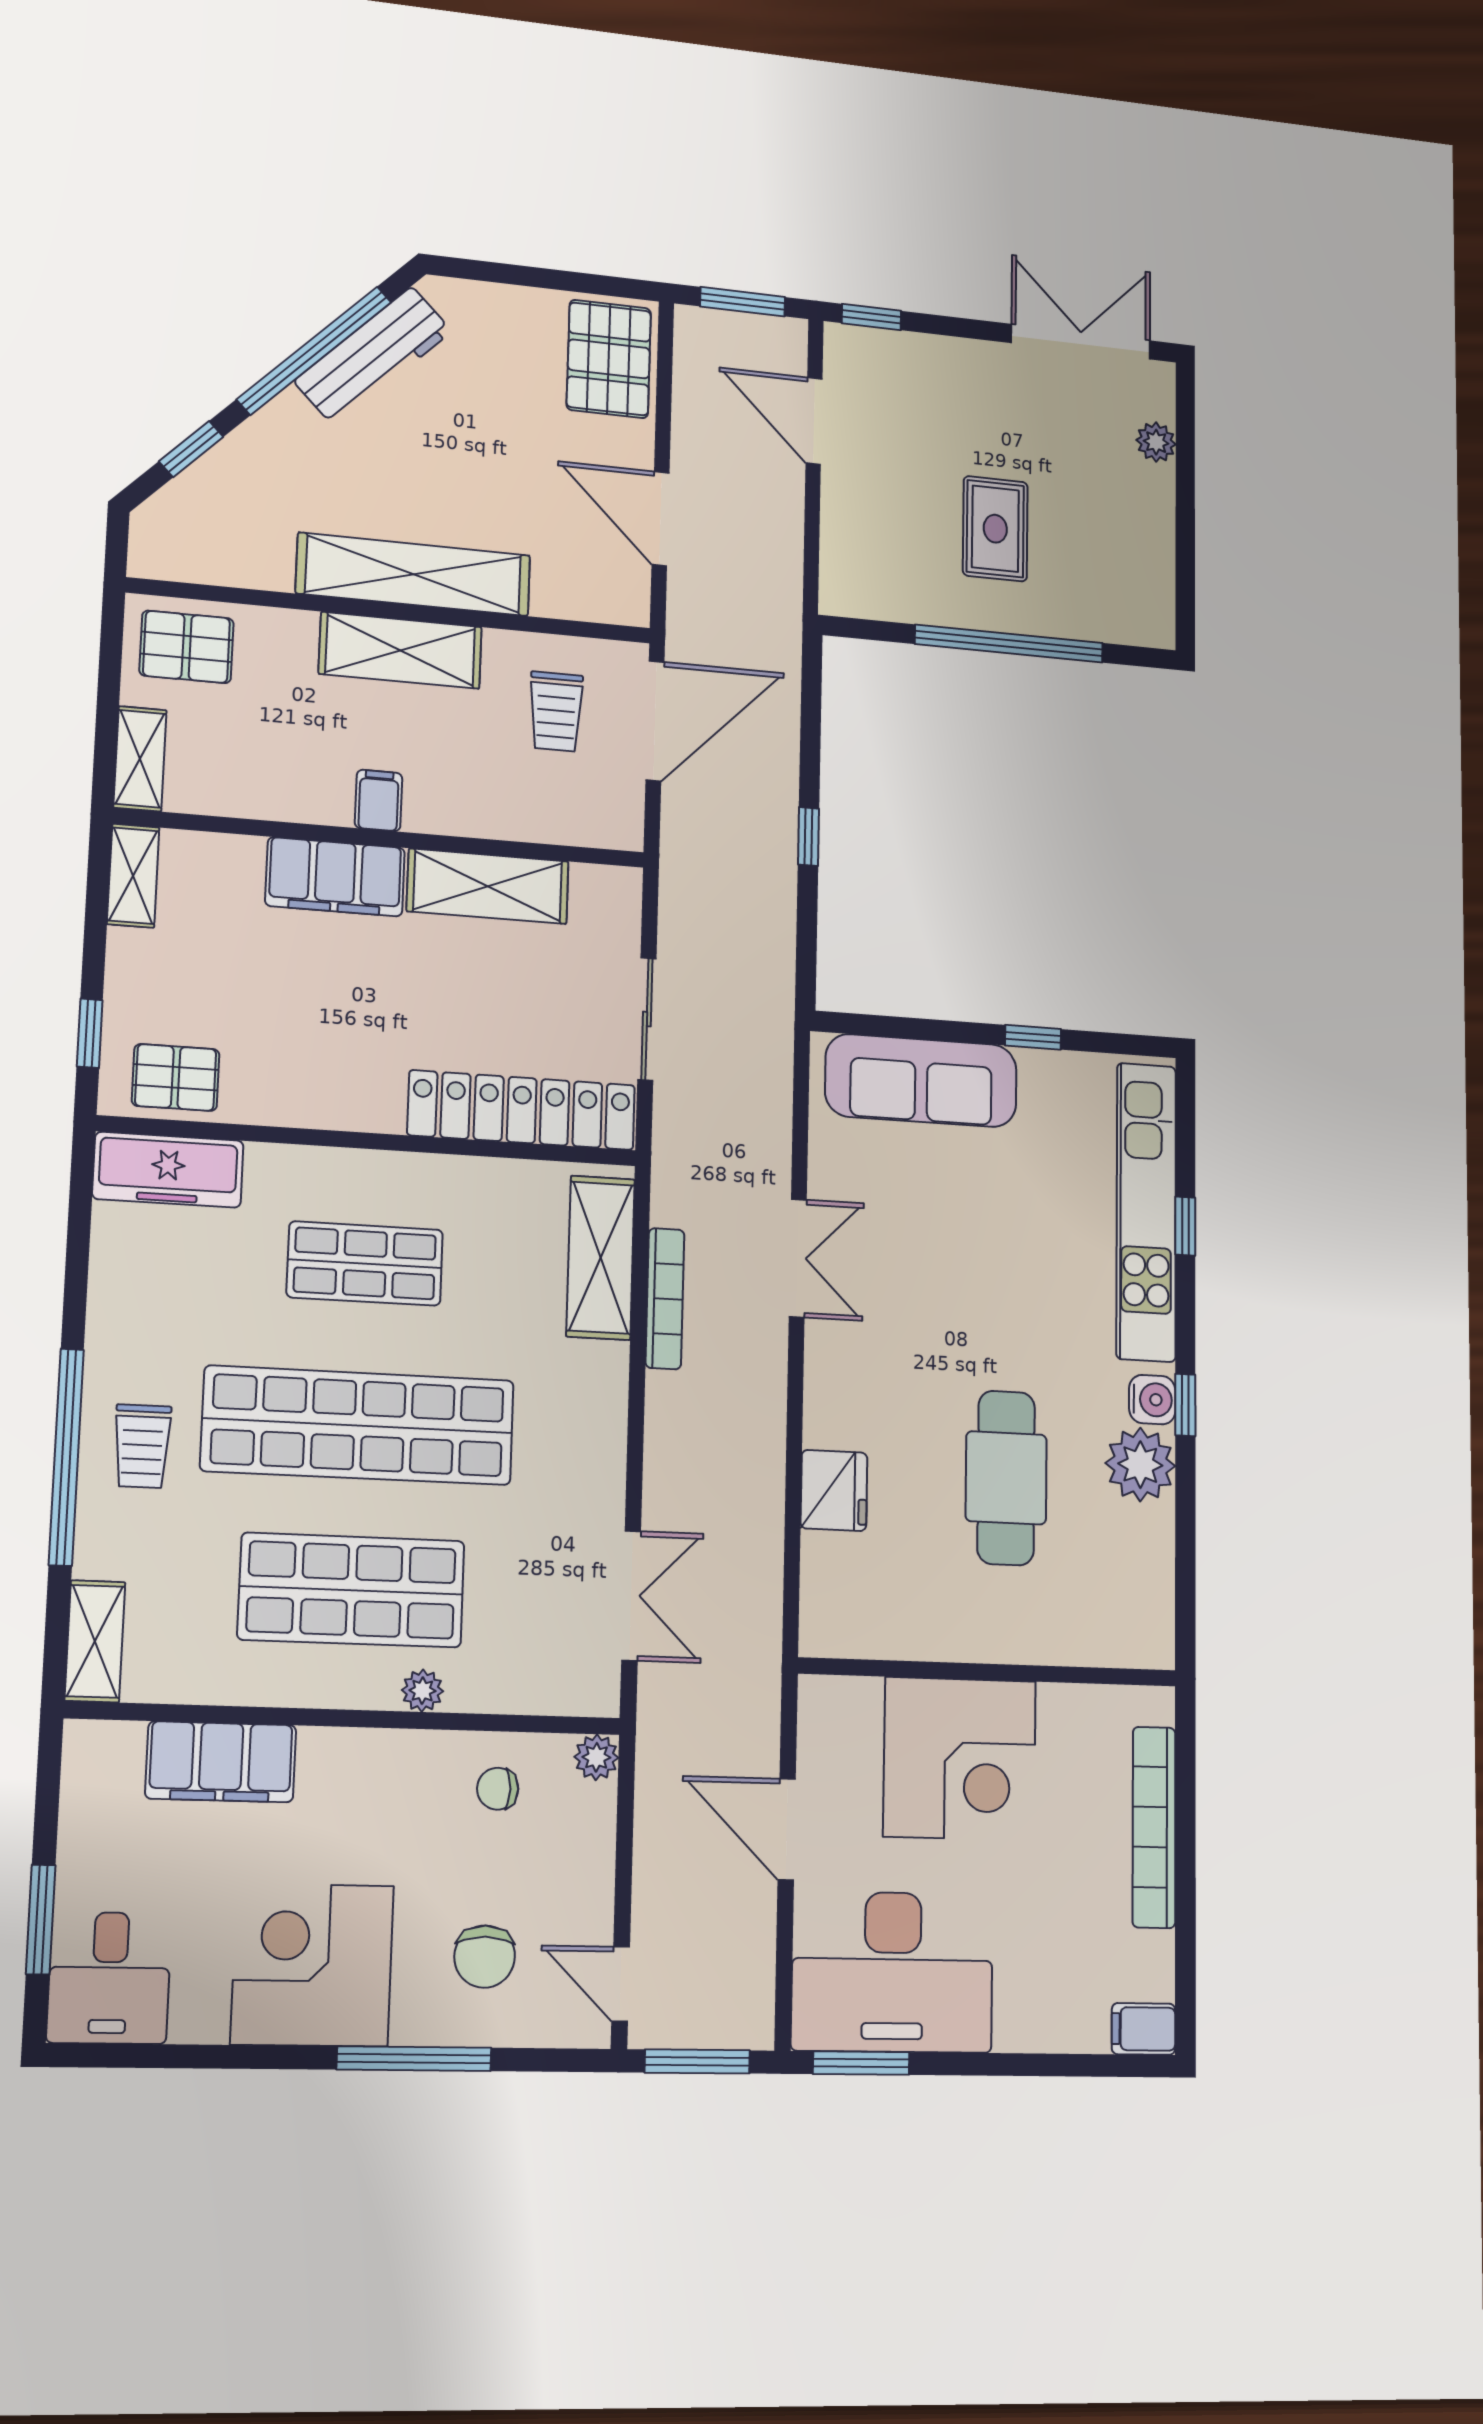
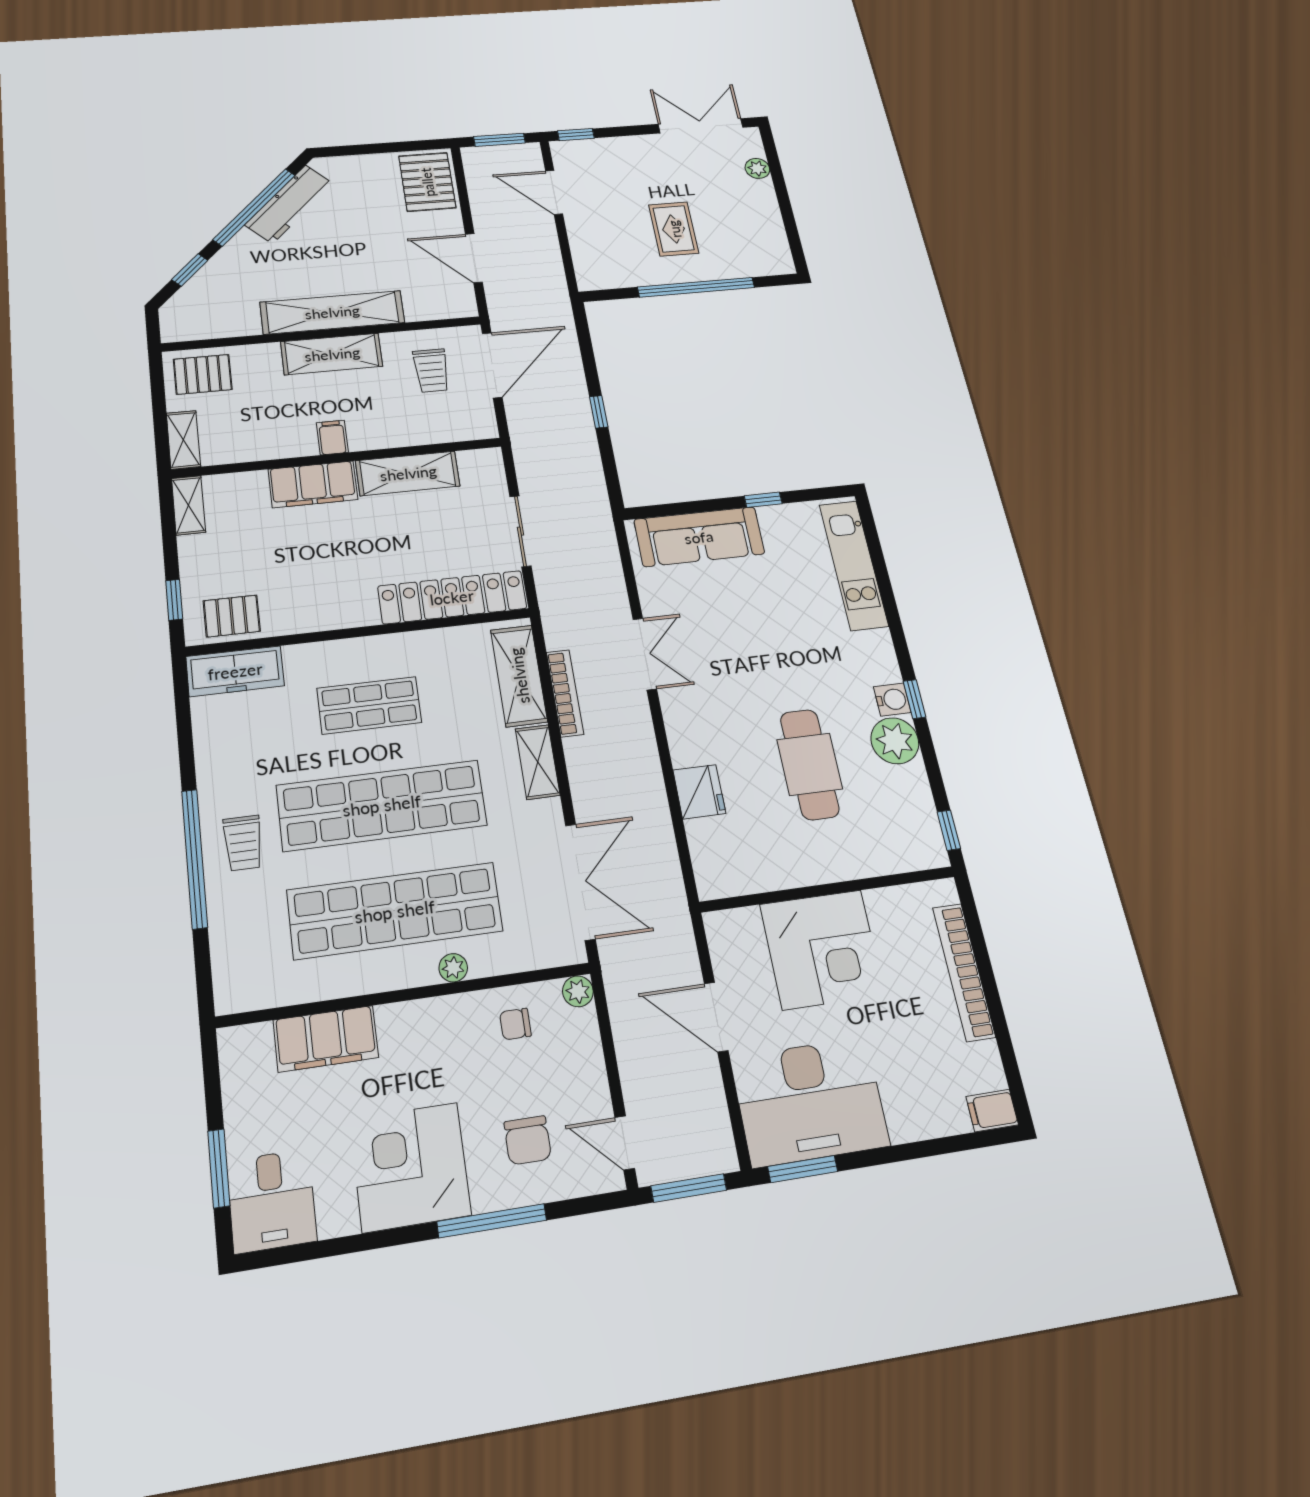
kitchen unit: (1146, 1212) -> (854, 565), width x0.73
window: (1185, 1226) -> (949, 830), moved
shop shelf: (352, 1590) -> (395, 911), width x1.40
double door: (631, 1596) -> (580, 882), width x1.37
shelving: (95, 1641) -> (538, 762), moved

